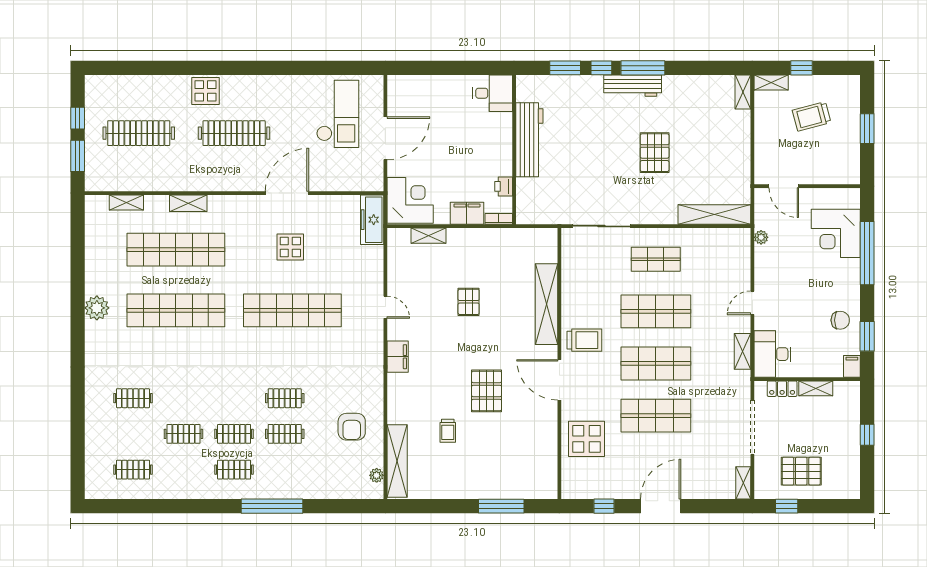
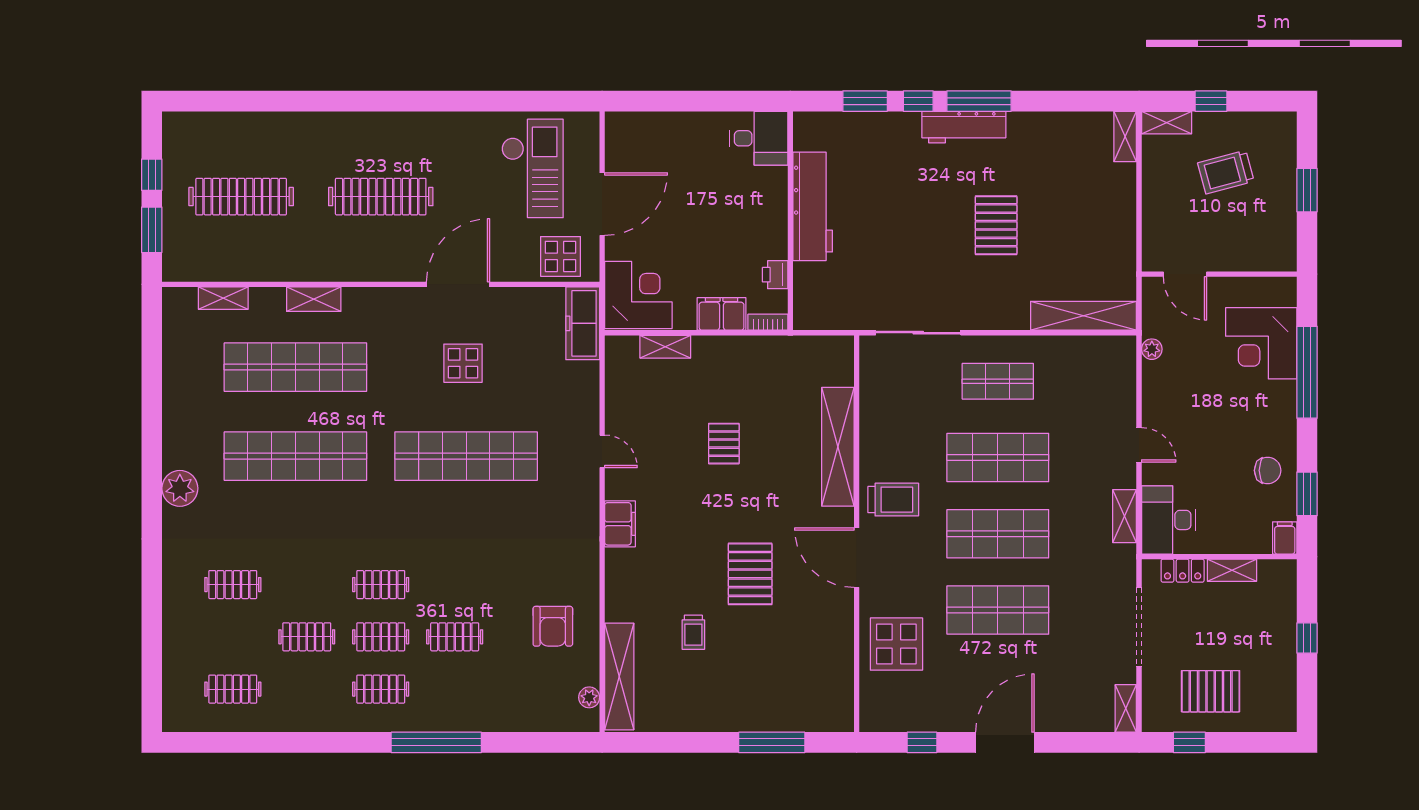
display table: (205, 91) -> (560, 256), moved
door: (752, 303) -> (1139, 445), swing flipped
plant: (97, 308) -> (180, 488), moved
clothes rail: (285, 398) -> (381, 585), moved

